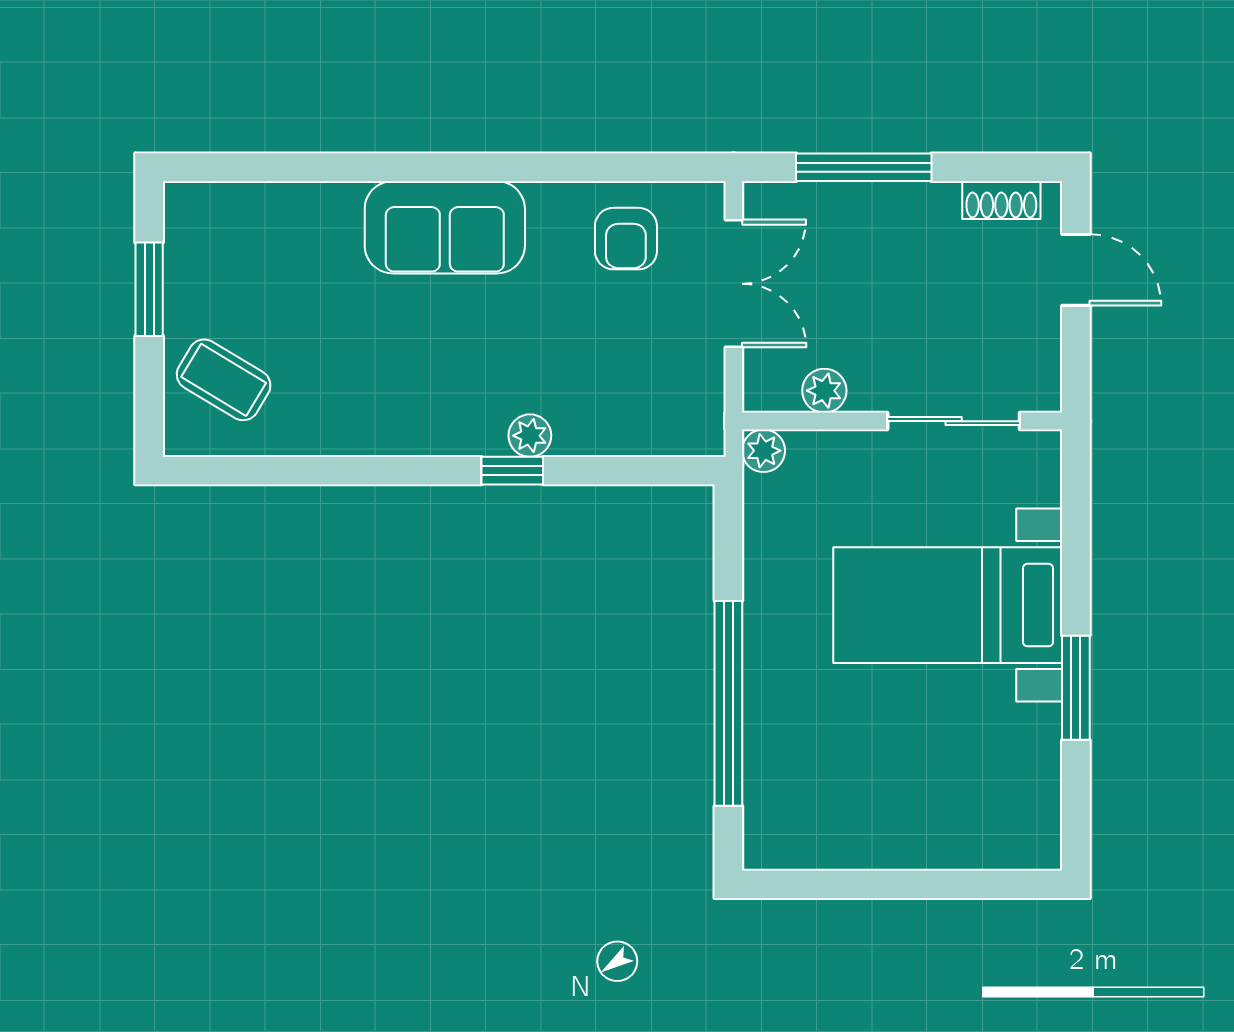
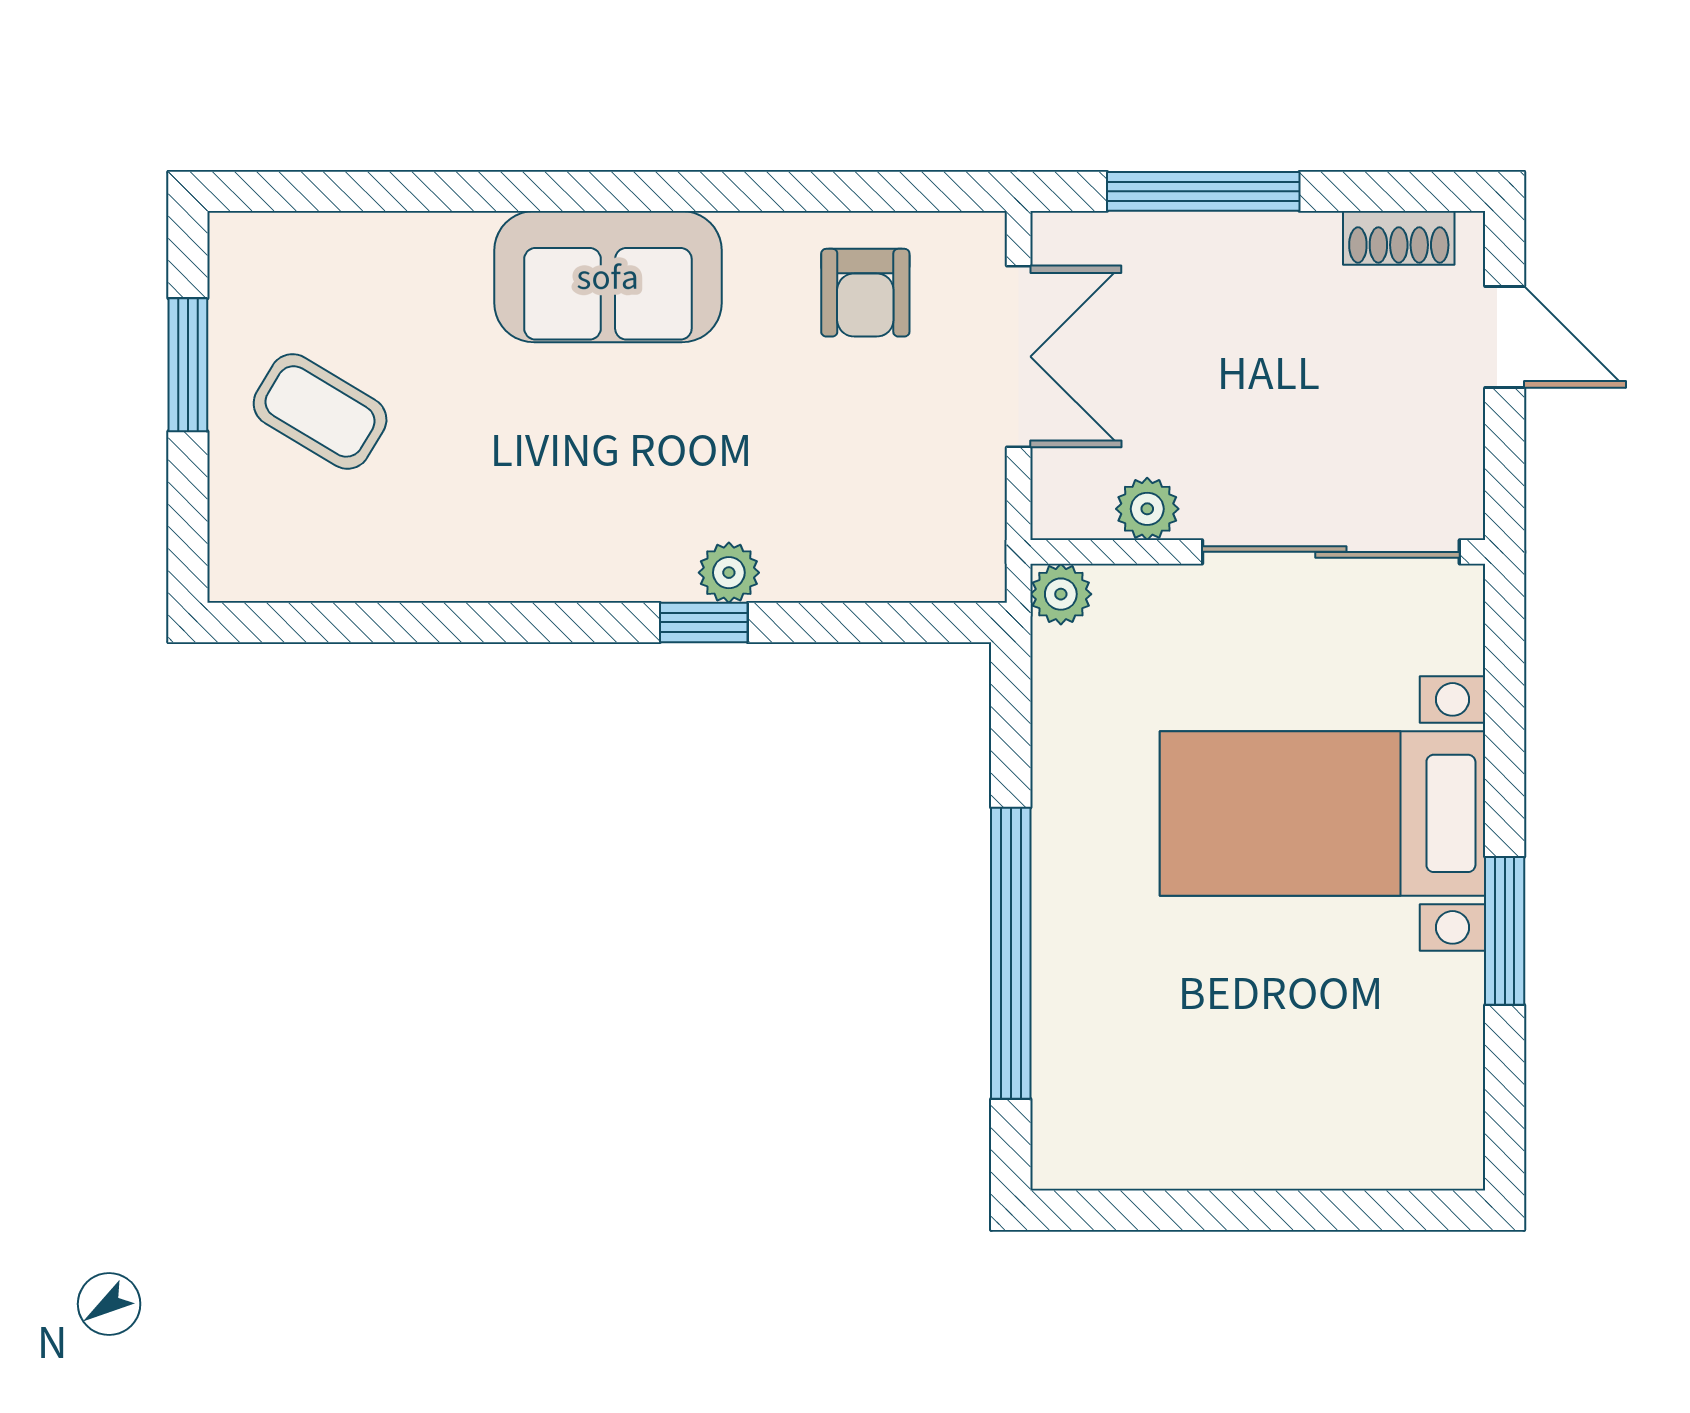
coffee table: (224, 380) -> (320, 411), moved
sliding door: (954, 421) -> (1331, 552), width x1.37

